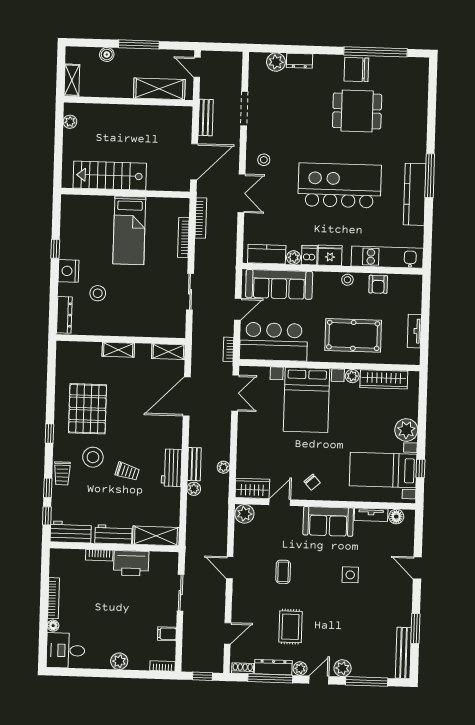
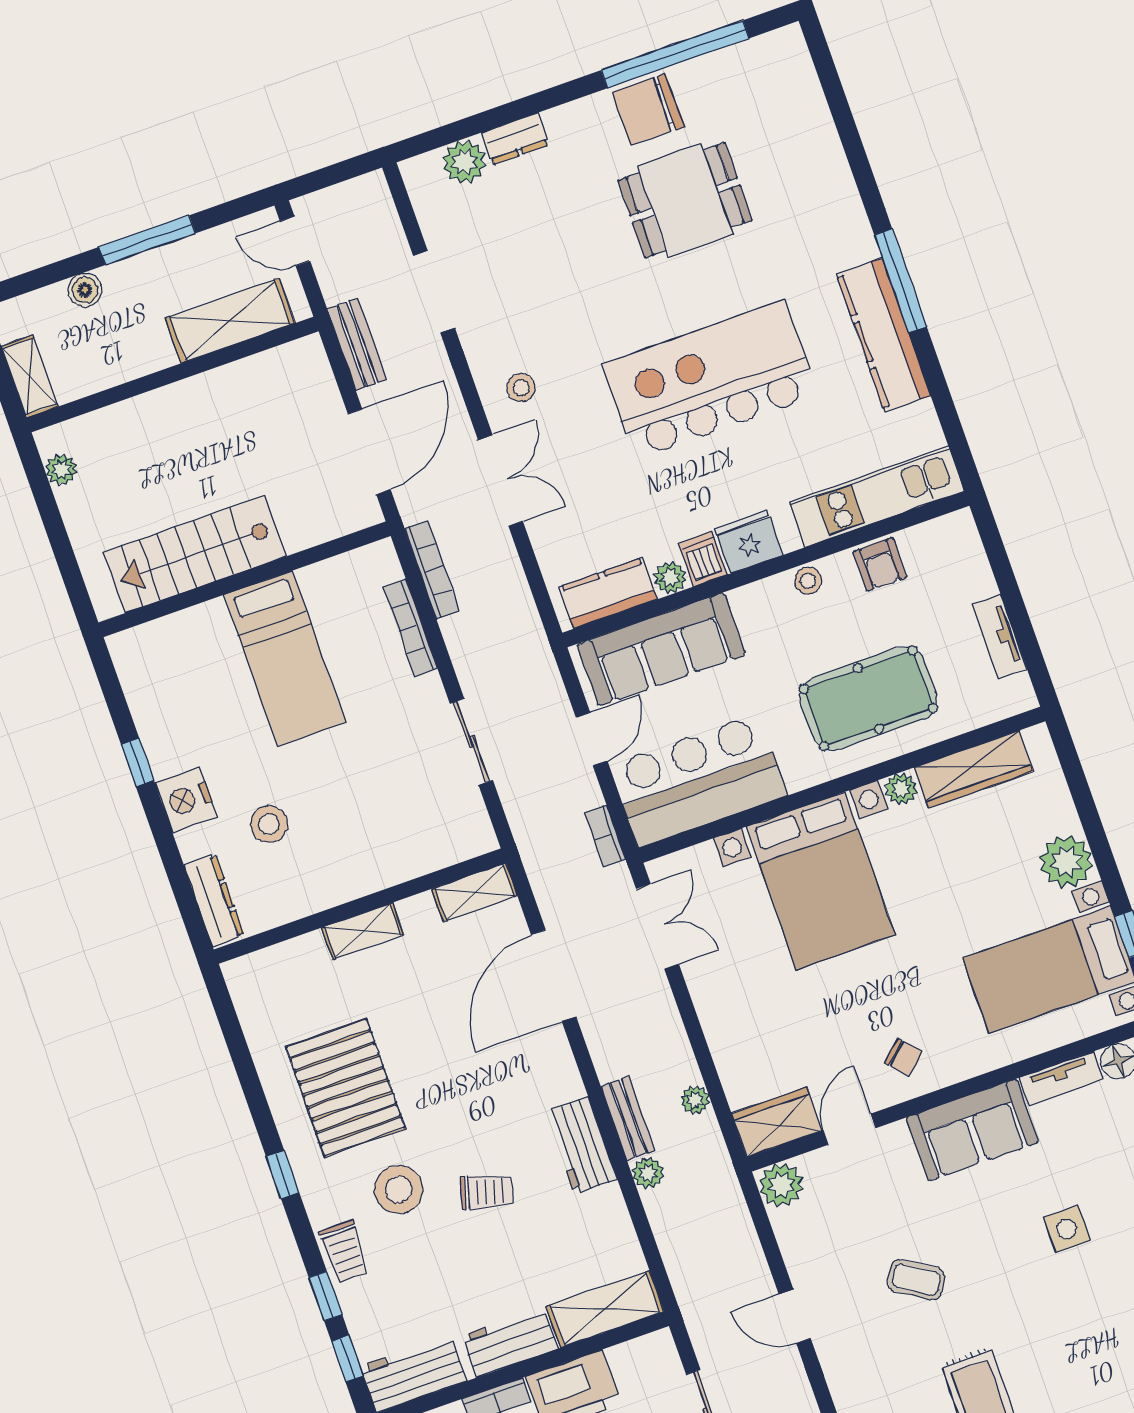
coffee table: (283, 572) -> (916, 1280), turned -58

